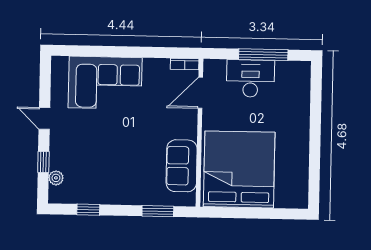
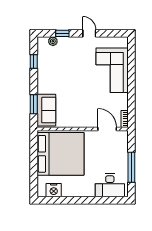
desk: (250, 78) -> (110, 185), moved, turned 90
door: (44, 118) -> (89, 33), hinge flipped
sofa: (182, 166) -> (46, 110), moved, turned 90
nightstand: (298, 182) -> (54, 190), added

